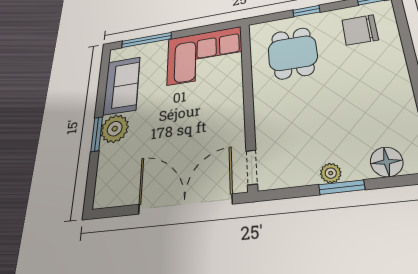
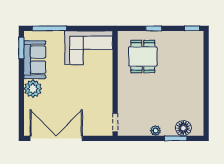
chair: (360, 30) -> (183, 48), removed
window: (97, 134) -> (21, 48), moved
window: (342, 187) -> (176, 138), moved
double door: (185, 204) -> (56, 138), moved

